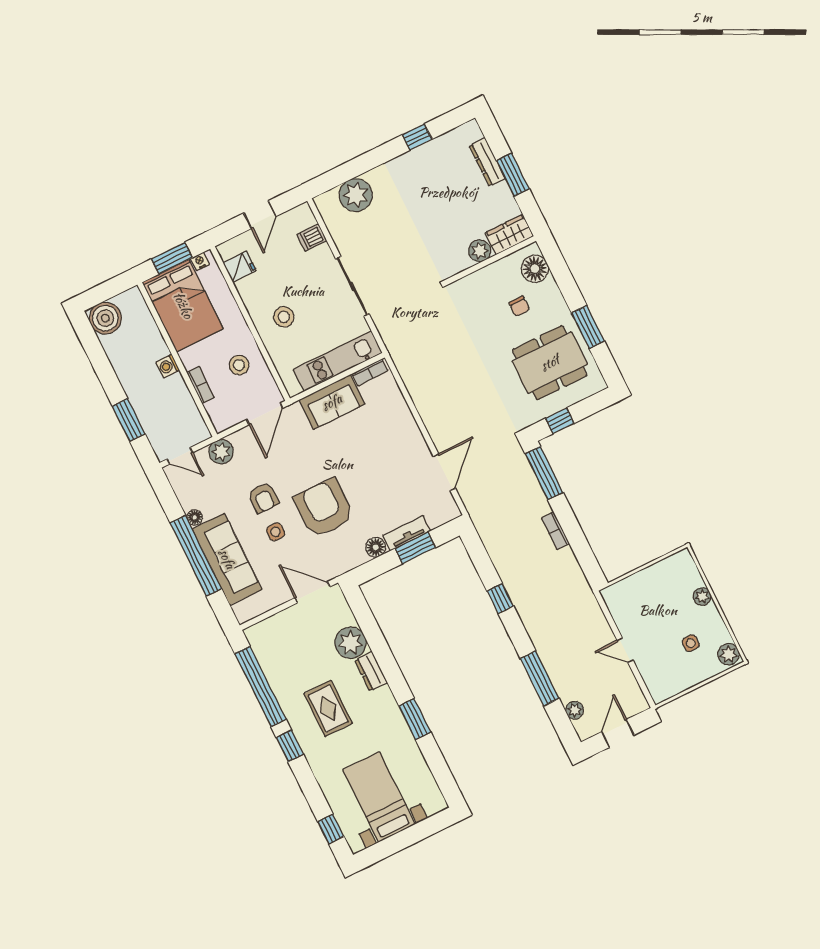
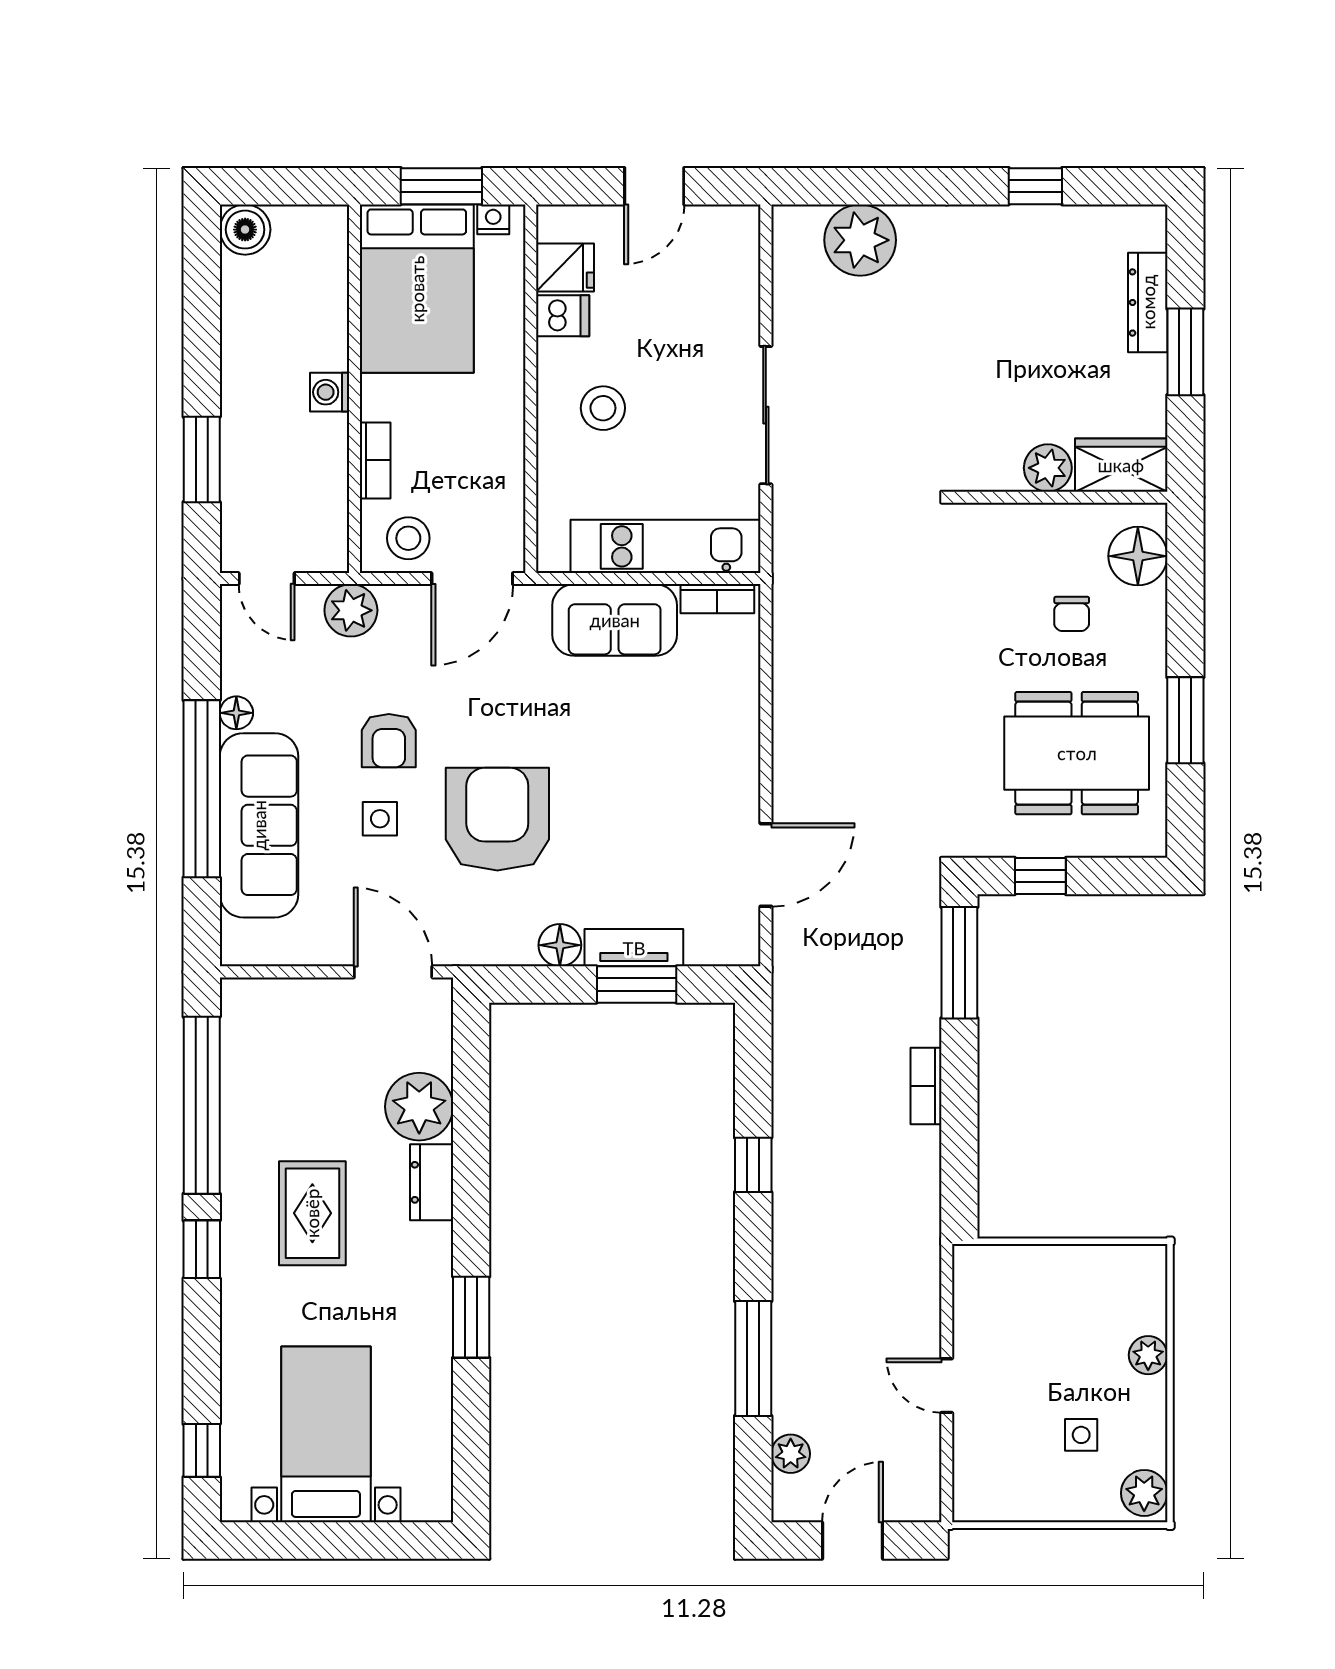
dishwasher: (312, 238) -> (563, 316), moved, turned 180
boiler: (105, 318) -> (245, 230), width x0.73, depth x0.73
stool: (239, 365) -> (408, 538), moved

